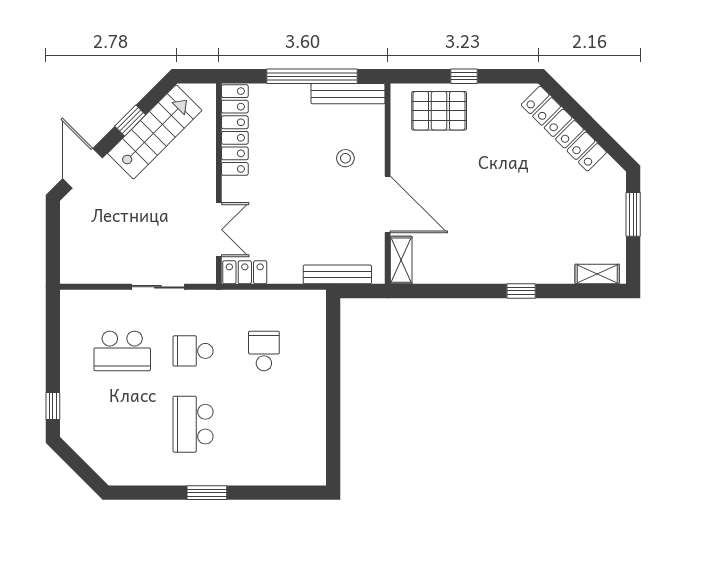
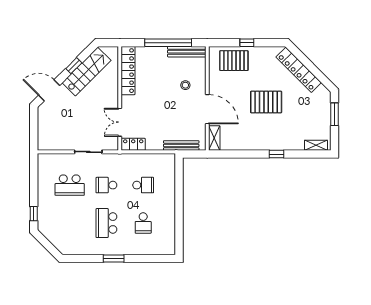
door: (82, 168) -> (49, 90), hinge flipped
pallet: (501, 191) -> (266, 102), added
double door: (219, 230) -> (120, 122), swing flipped
school desk: (264, 351) -> (143, 185), turned 90
school desk: (264, 424) -> (143, 223), added

